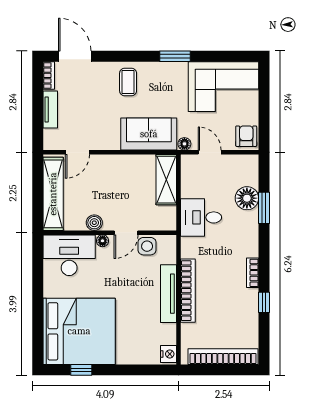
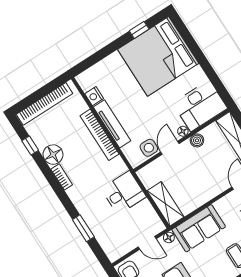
floor lamp: (247, 198) -> (53, 155), moved
window: (264, 302) -> (30, 146), moved
nightstand: (168, 354) -> (94, 96), moved

